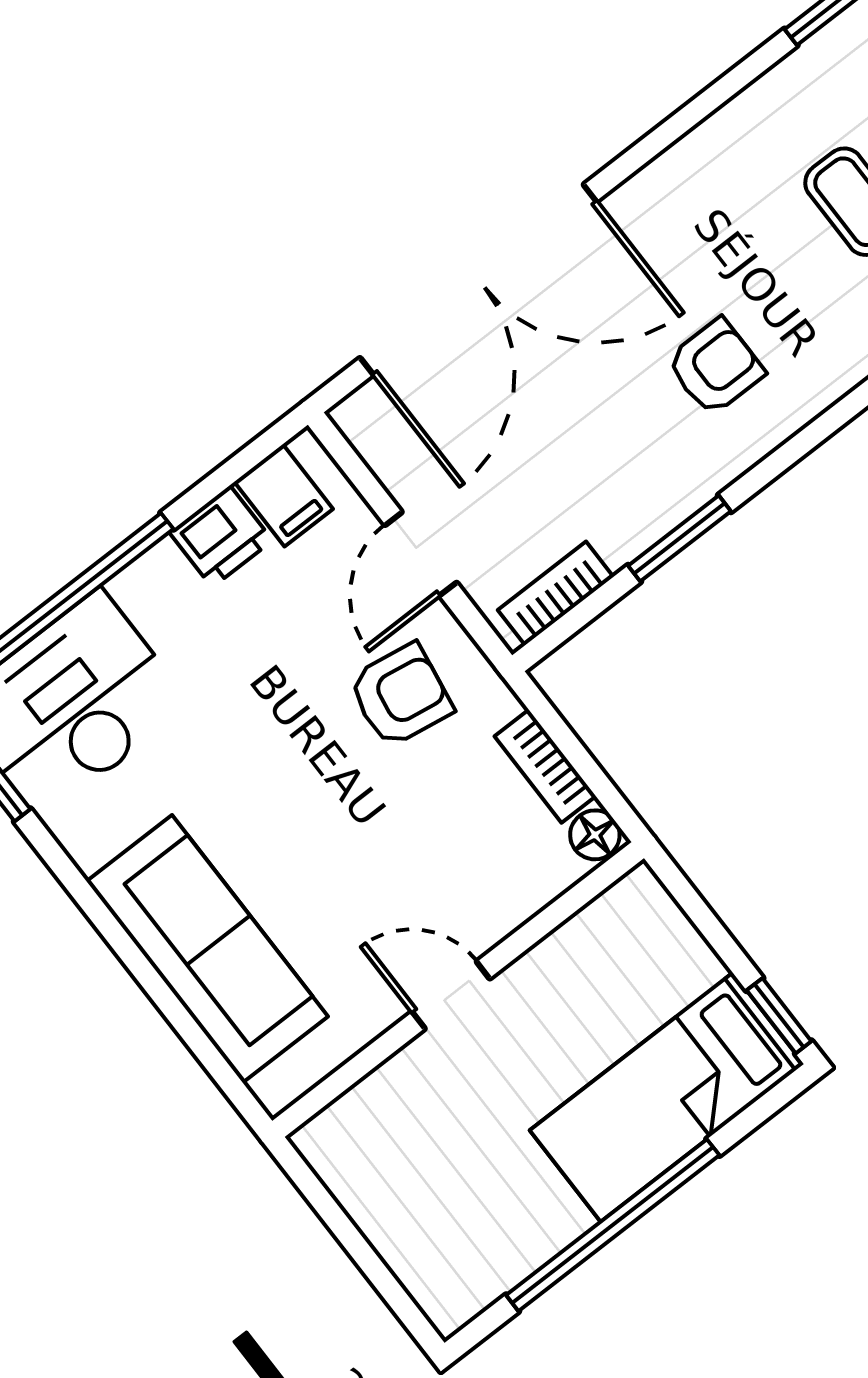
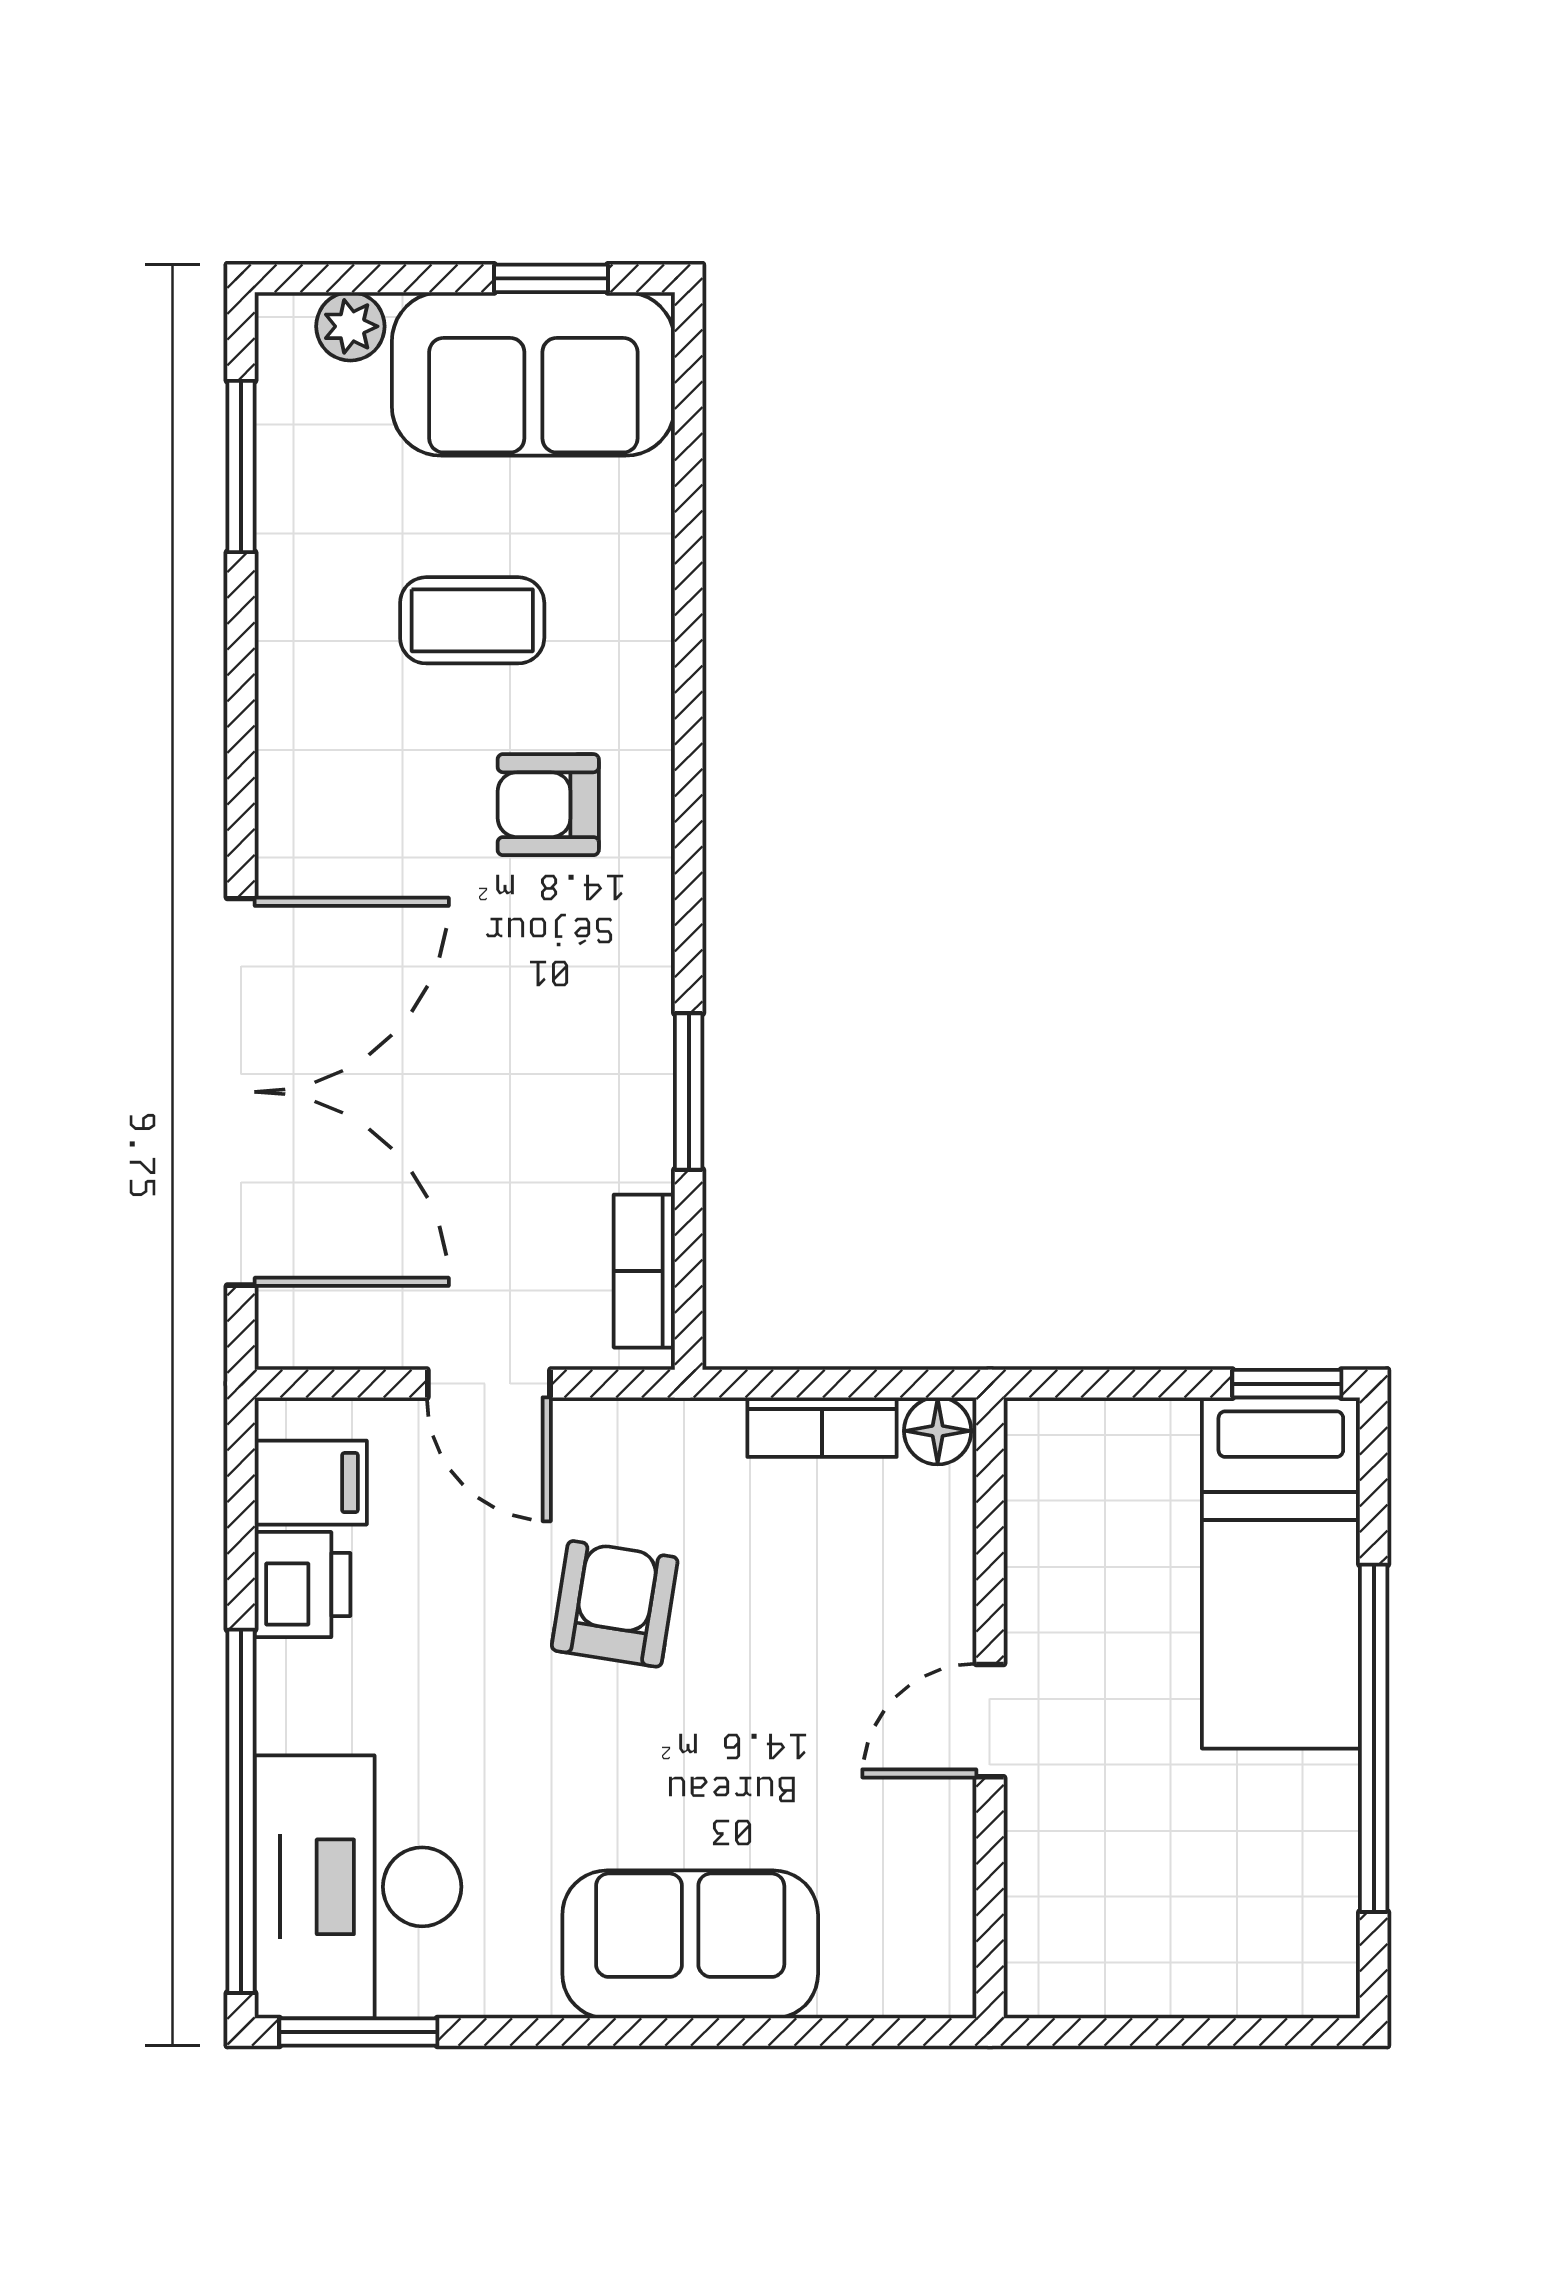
armchair: (715, 367) -> (548, 805), moved, turned -90
armchair: (401, 695) -> (615, 1604), moved
sofa: (207, 949) -> (690, 1944), width x0.73

